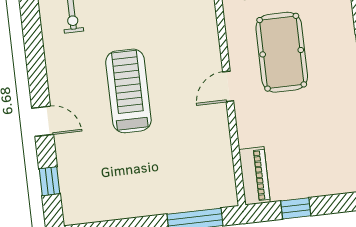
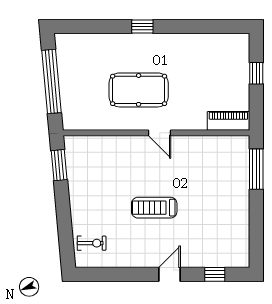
treadmill: (128, 91) -> (154, 208), width x0.73, depth x0.73
window: (296, 208) -> (256, 73), moved

